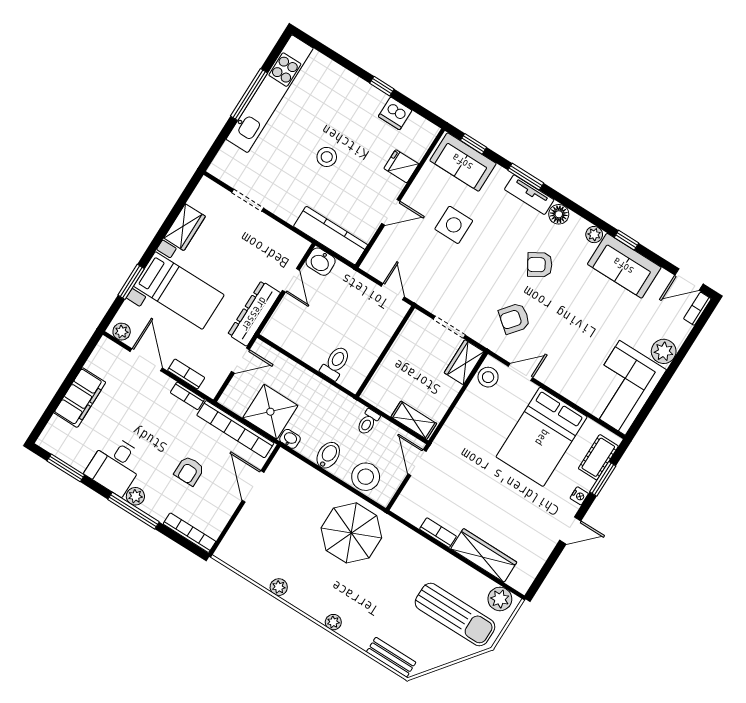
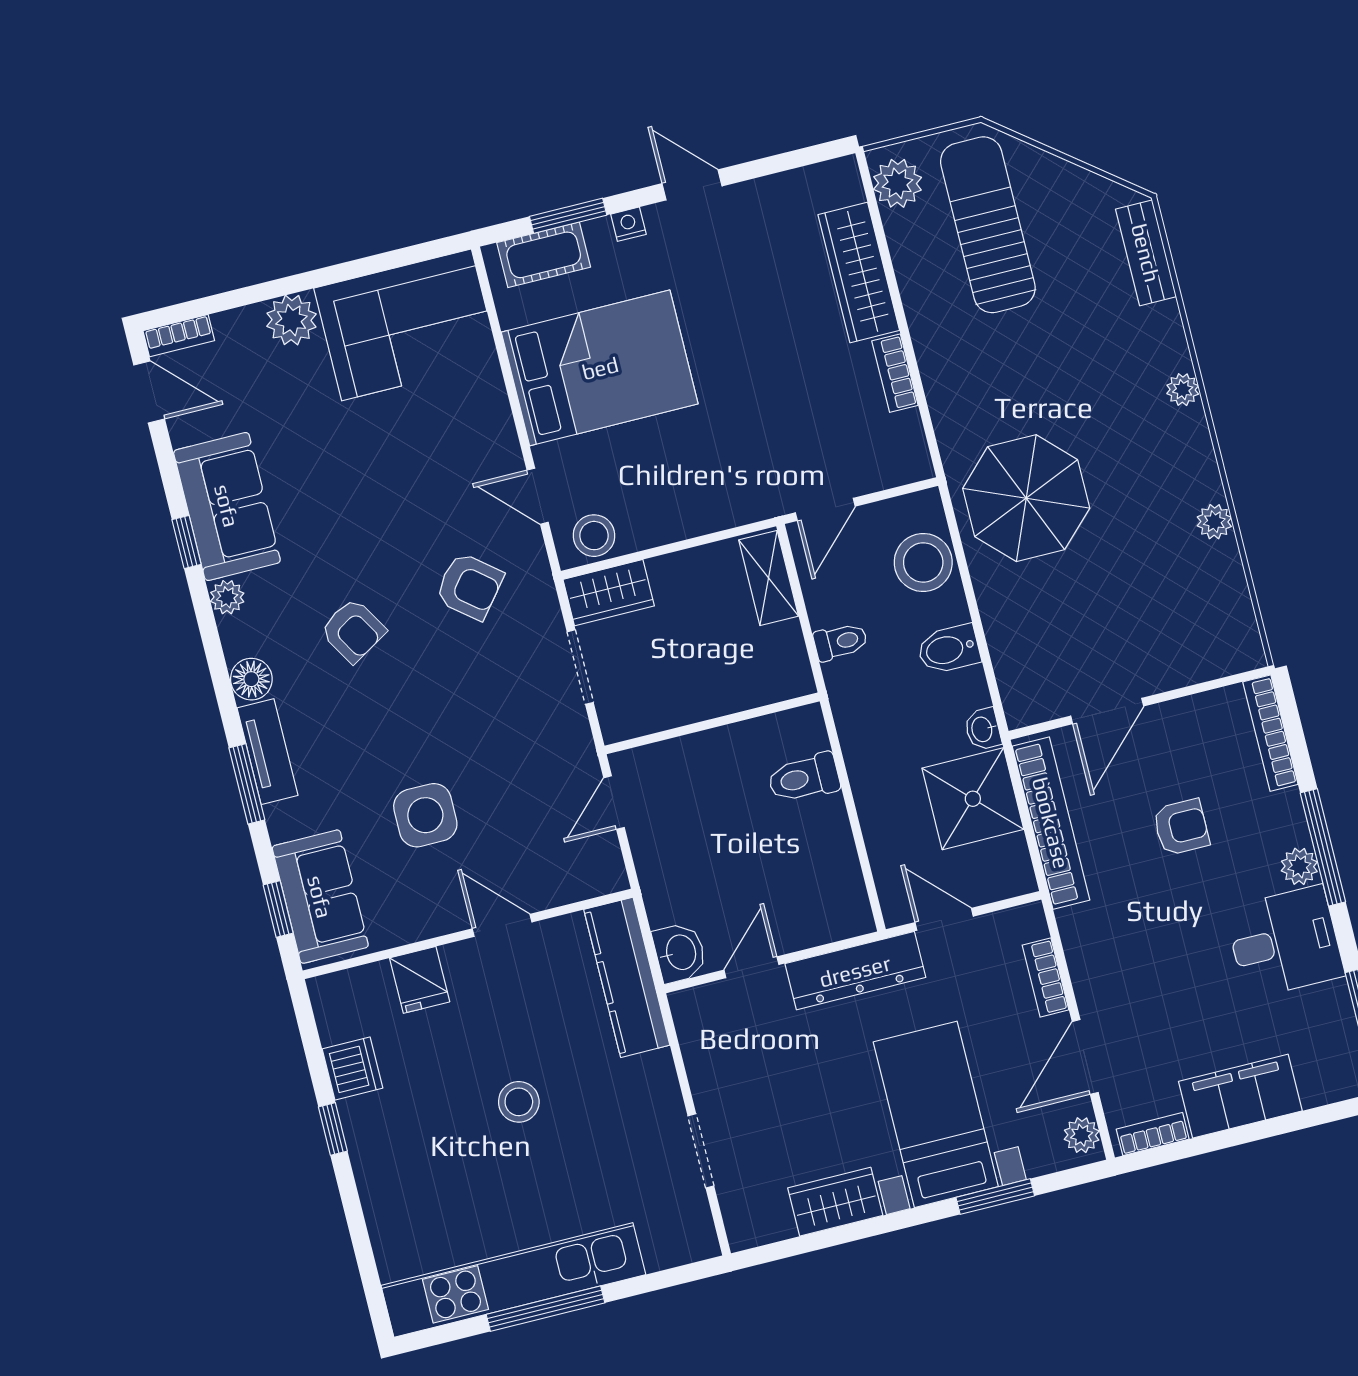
bookcase: (187, 396) -> (1153, 1134), moved, turned -90

